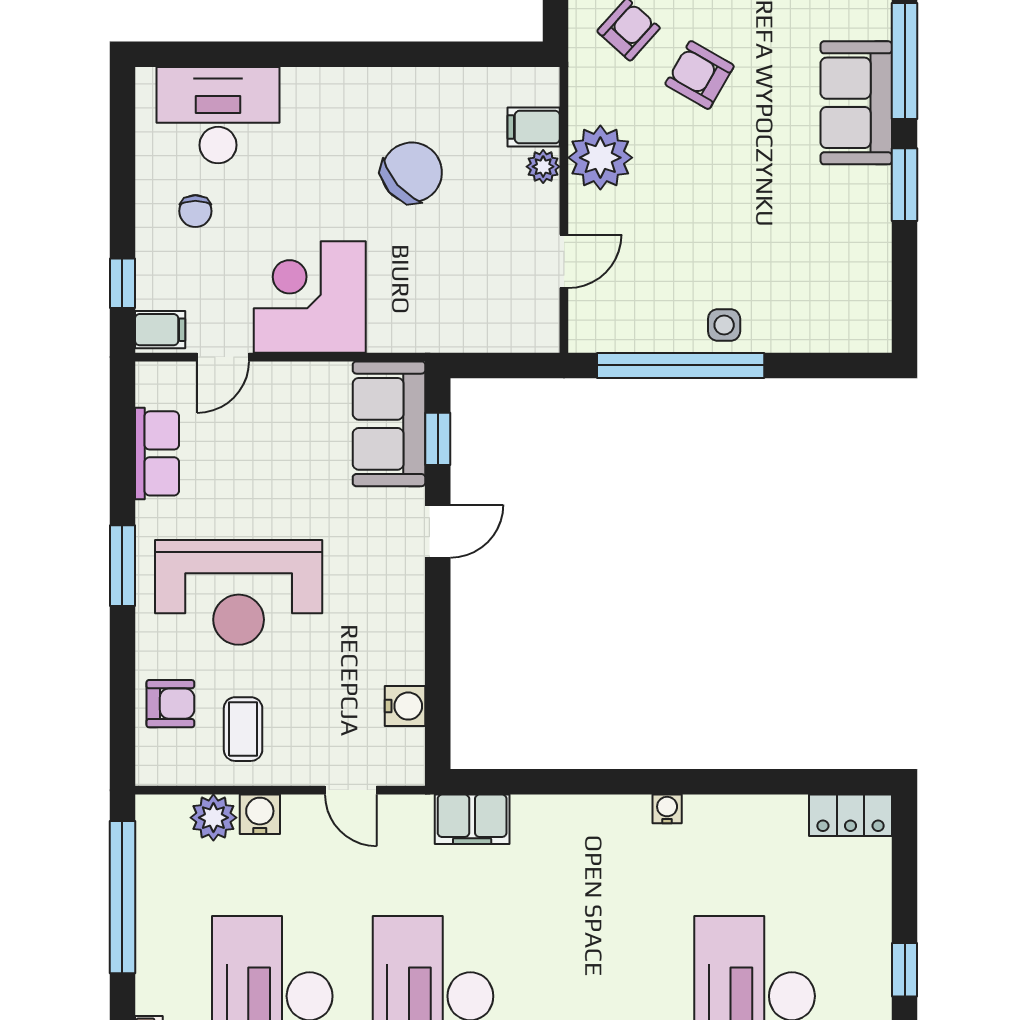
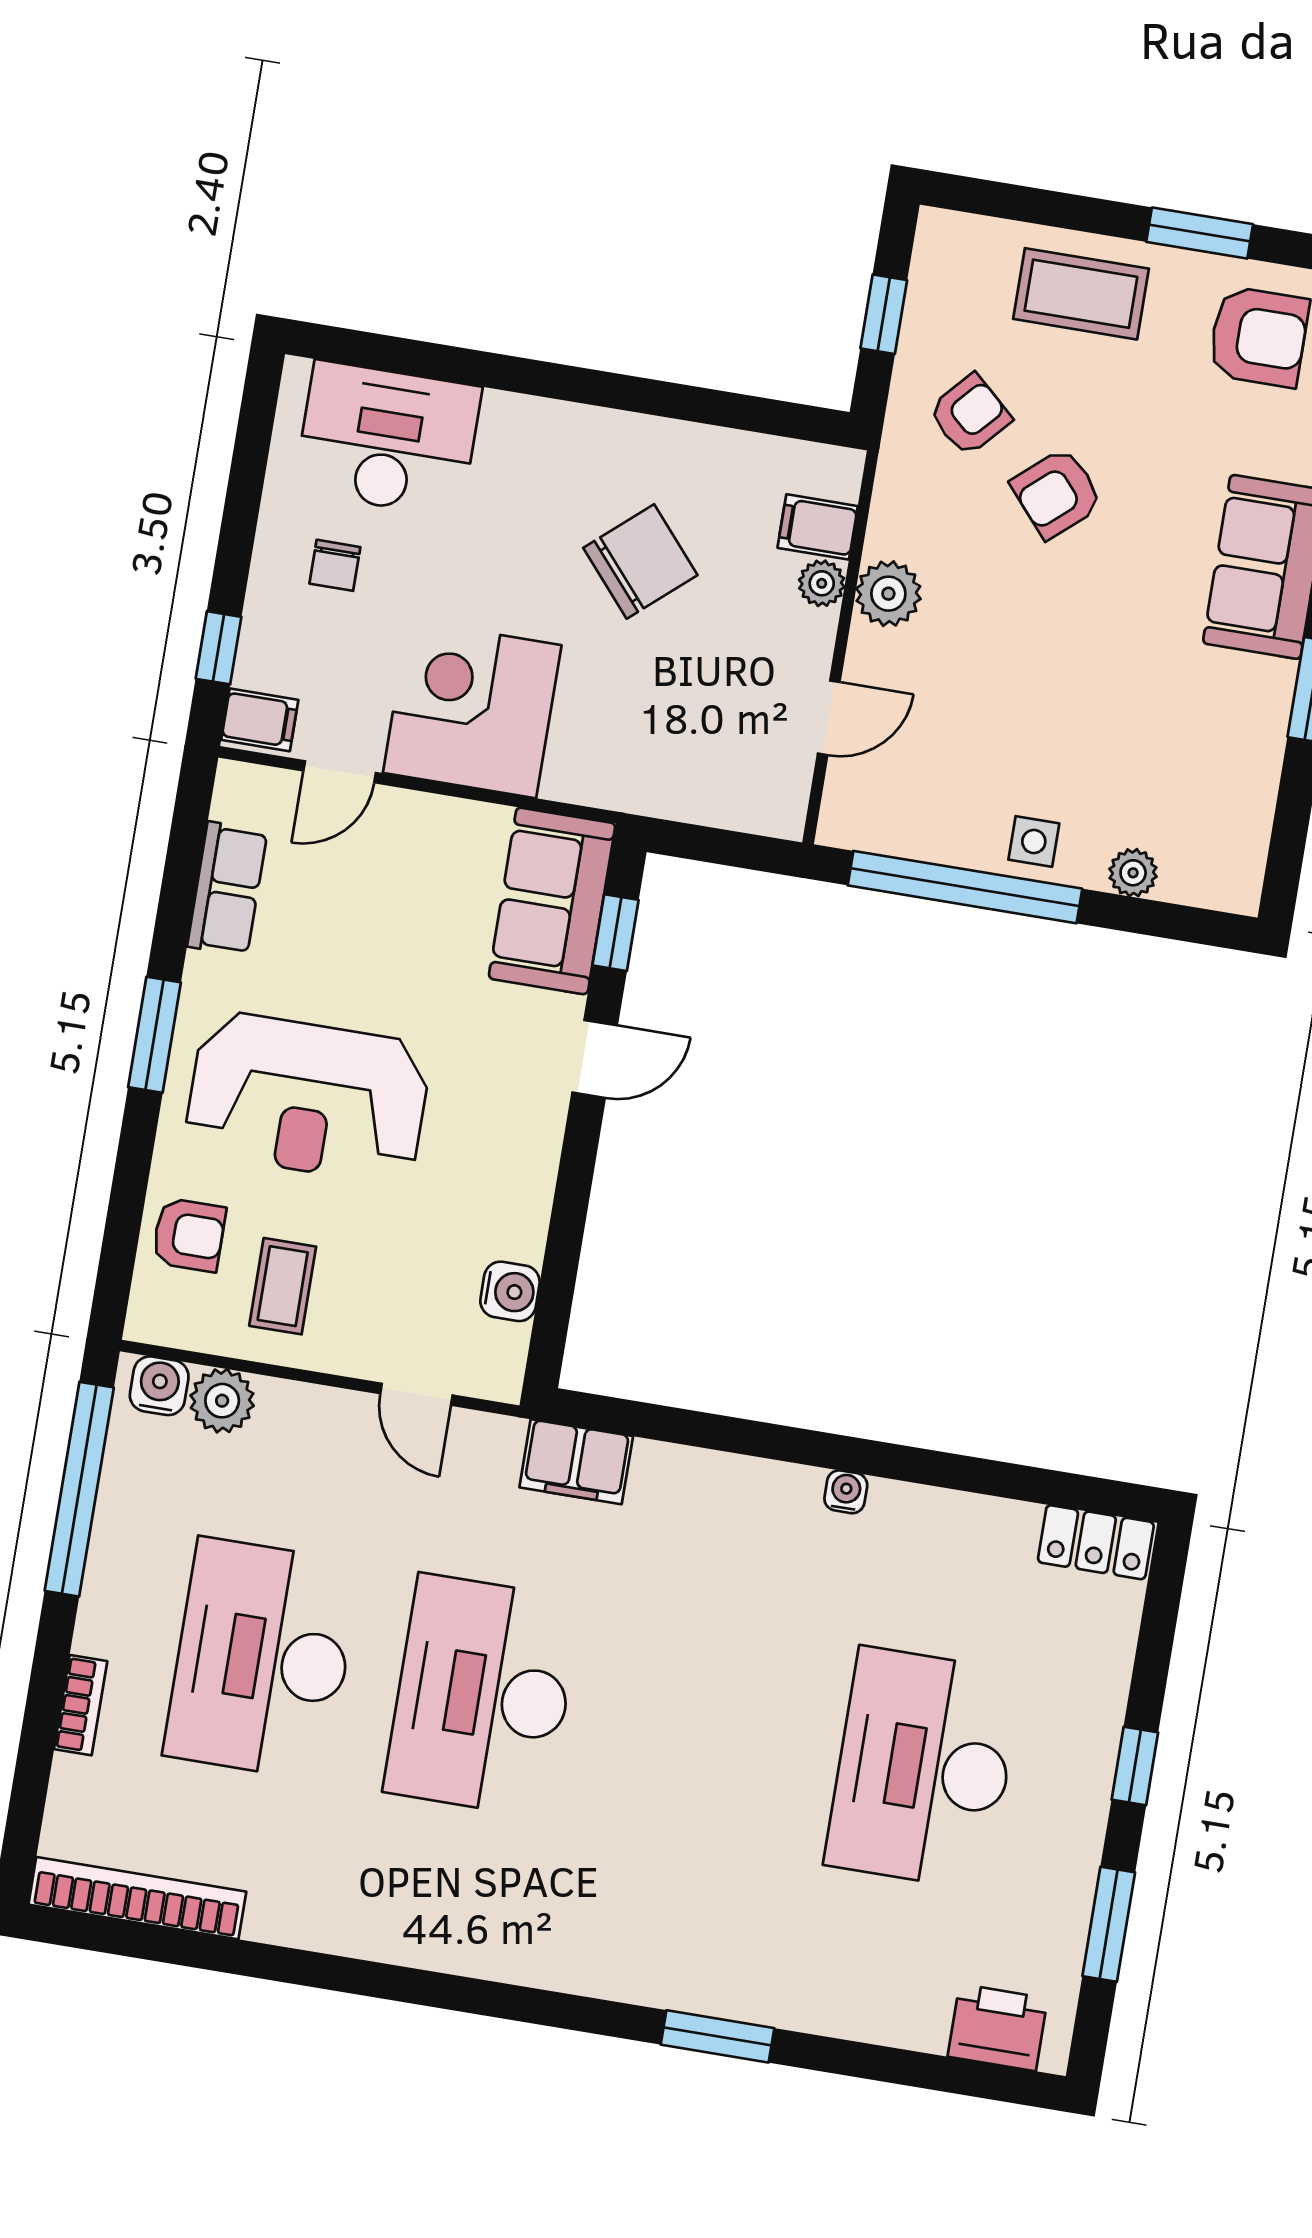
armchair: (700, 75) -> (1057, 493), turned -71
plant: (600, 158) -> (888, 594), width x0.73, depth x0.73
plant: (798, 336) -> (1133, 873), added
water cooler: (260, 814) -> (159, 1386), moved

